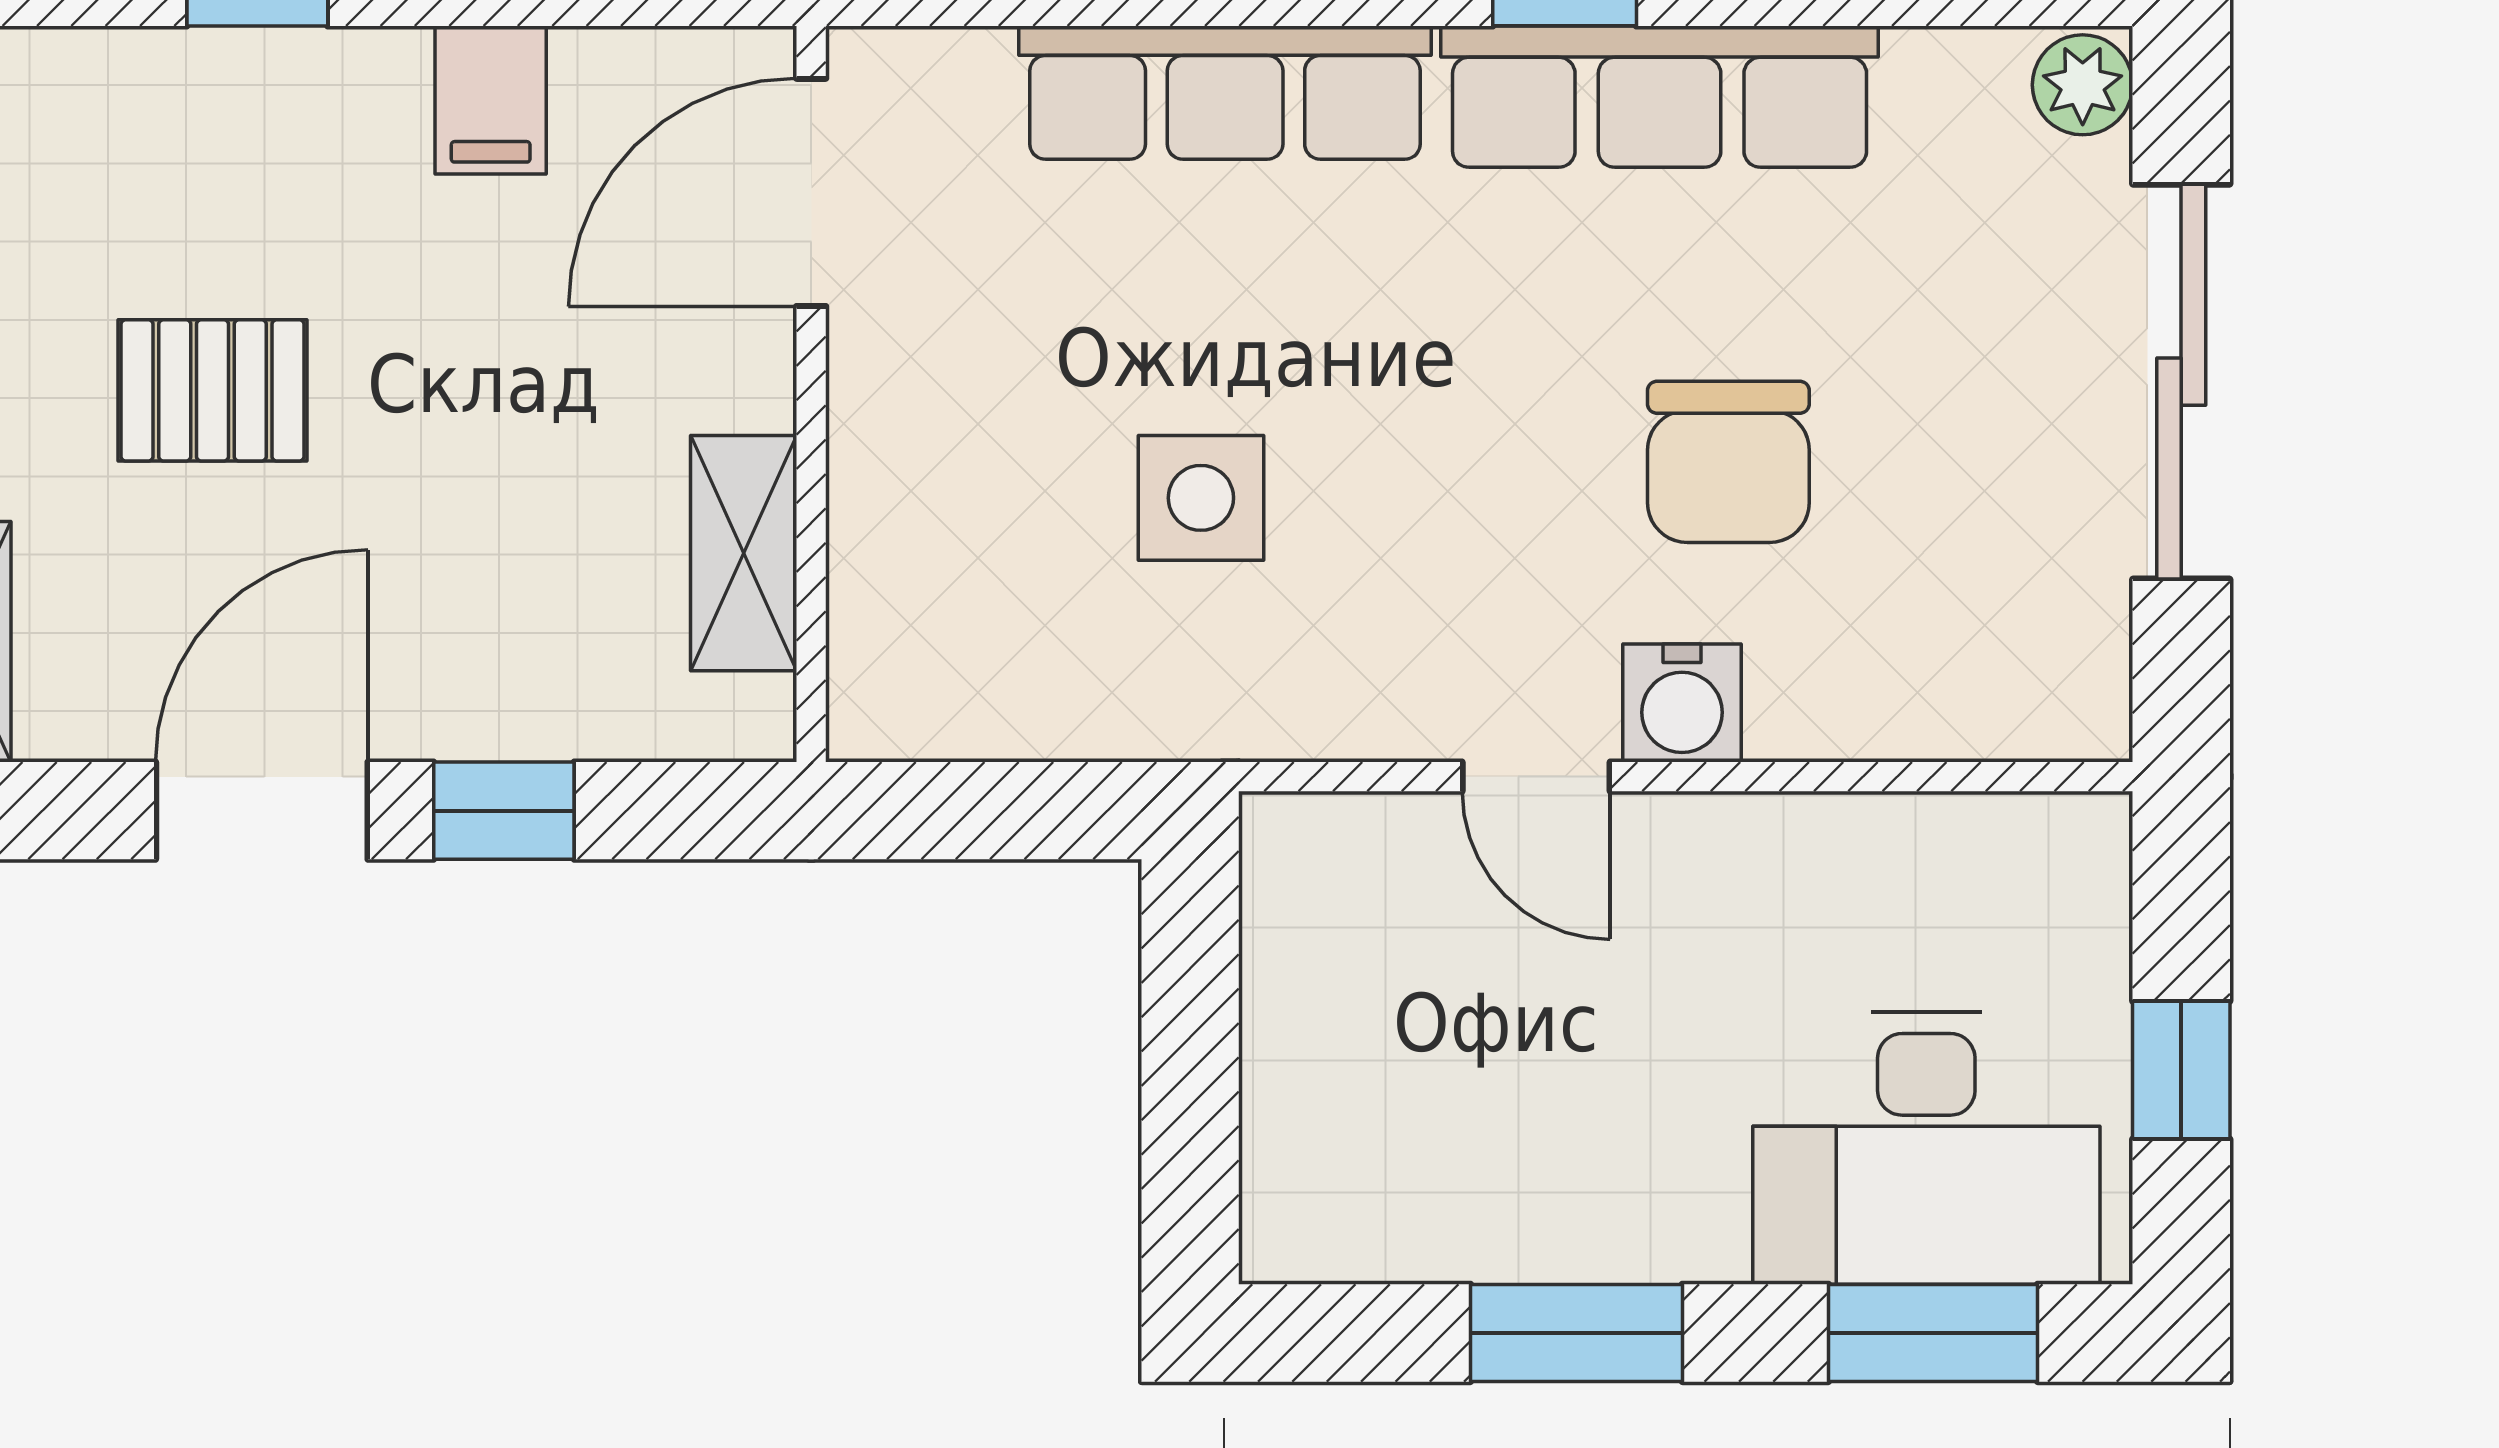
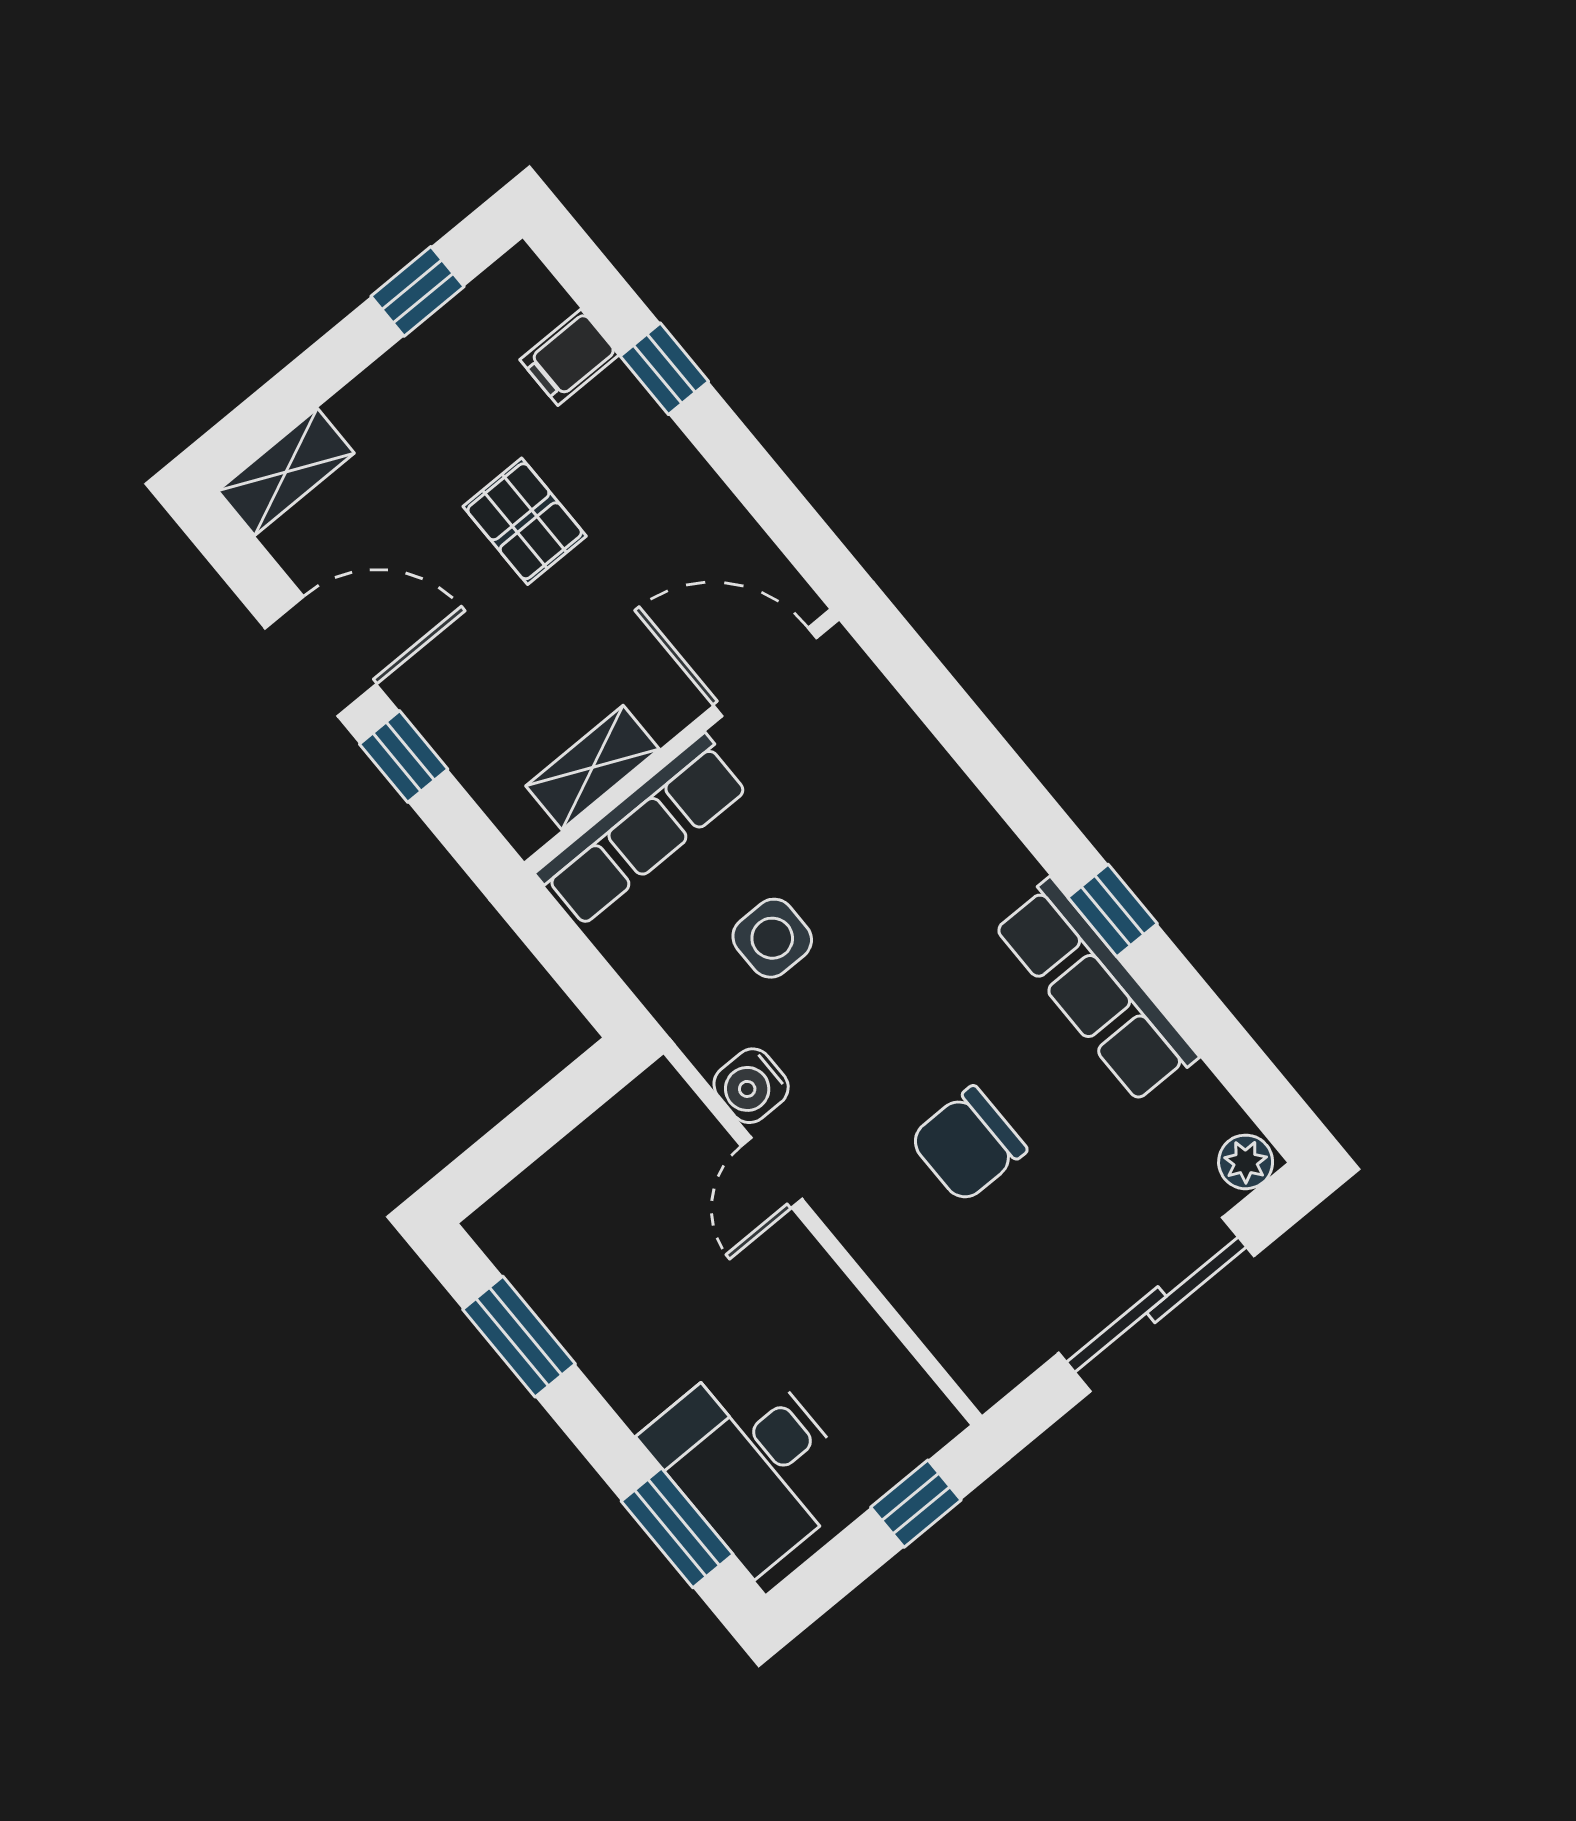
row of seats: (1225, 93) -> (642, 830), moved, turned -90
filing cabinet: (491, 100) -> (569, 357), moved
pallet: (213, 390) -> (525, 521), moved
water cooler: (1682, 703) -> (751, 1086), moved
window: (2181, 1070) -> (916, 1504), moved
window: (1576, 1333) -> (519, 1337), moved

